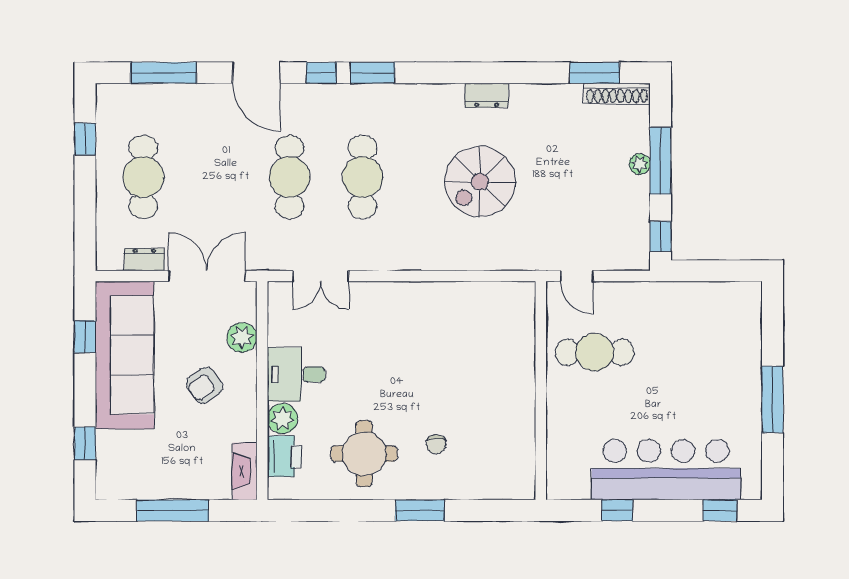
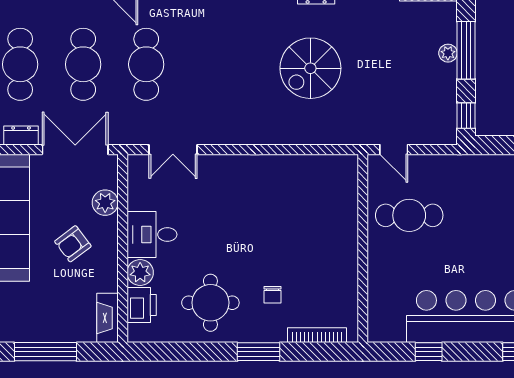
cafe table: (363, 177) -> (83, 64), moved
bookcase: (488, 491) -> (317, 335), added

